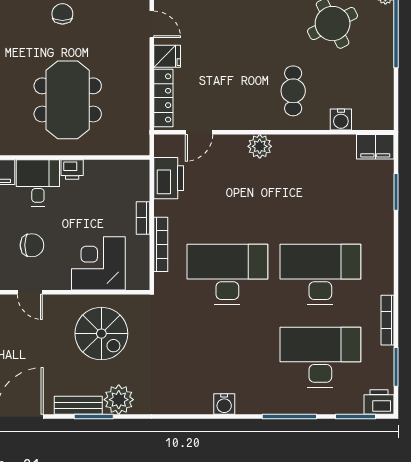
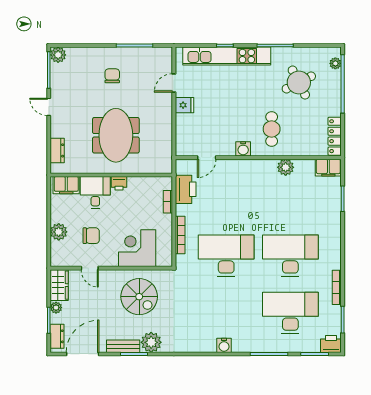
door: (152, 24) -> (174, 83), swing flipped
locker: (163, 98) -> (335, 136), moved, turned 180
water cooler: (341, 120) -> (243, 149), moved
plant: (260, 146) -> (286, 167), moved
bookcase: (143, 218) -> (168, 202), moved

